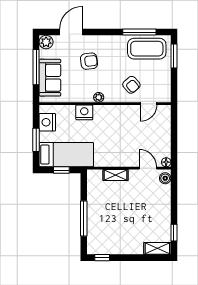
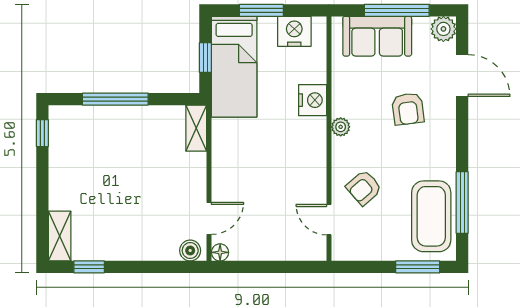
shelving: (116, 175) -> (196, 128), moved

